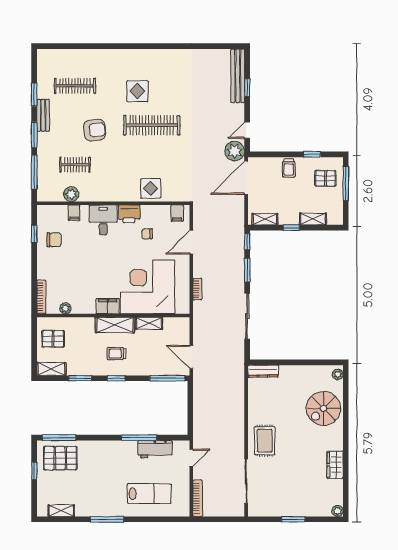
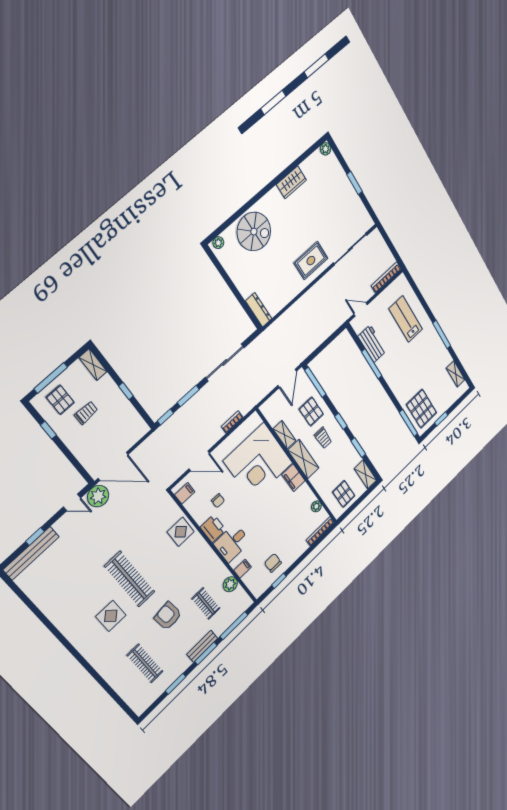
bench: (43, 115) -> (202, 646), moved
trolley: (289, 168) -> (86, 413), moved
shelving: (265, 219) -> (136, 419), removed
shelving: (313, 219) -> (93, 365), moved
pallet: (147, 359) -> (311, 412), added

